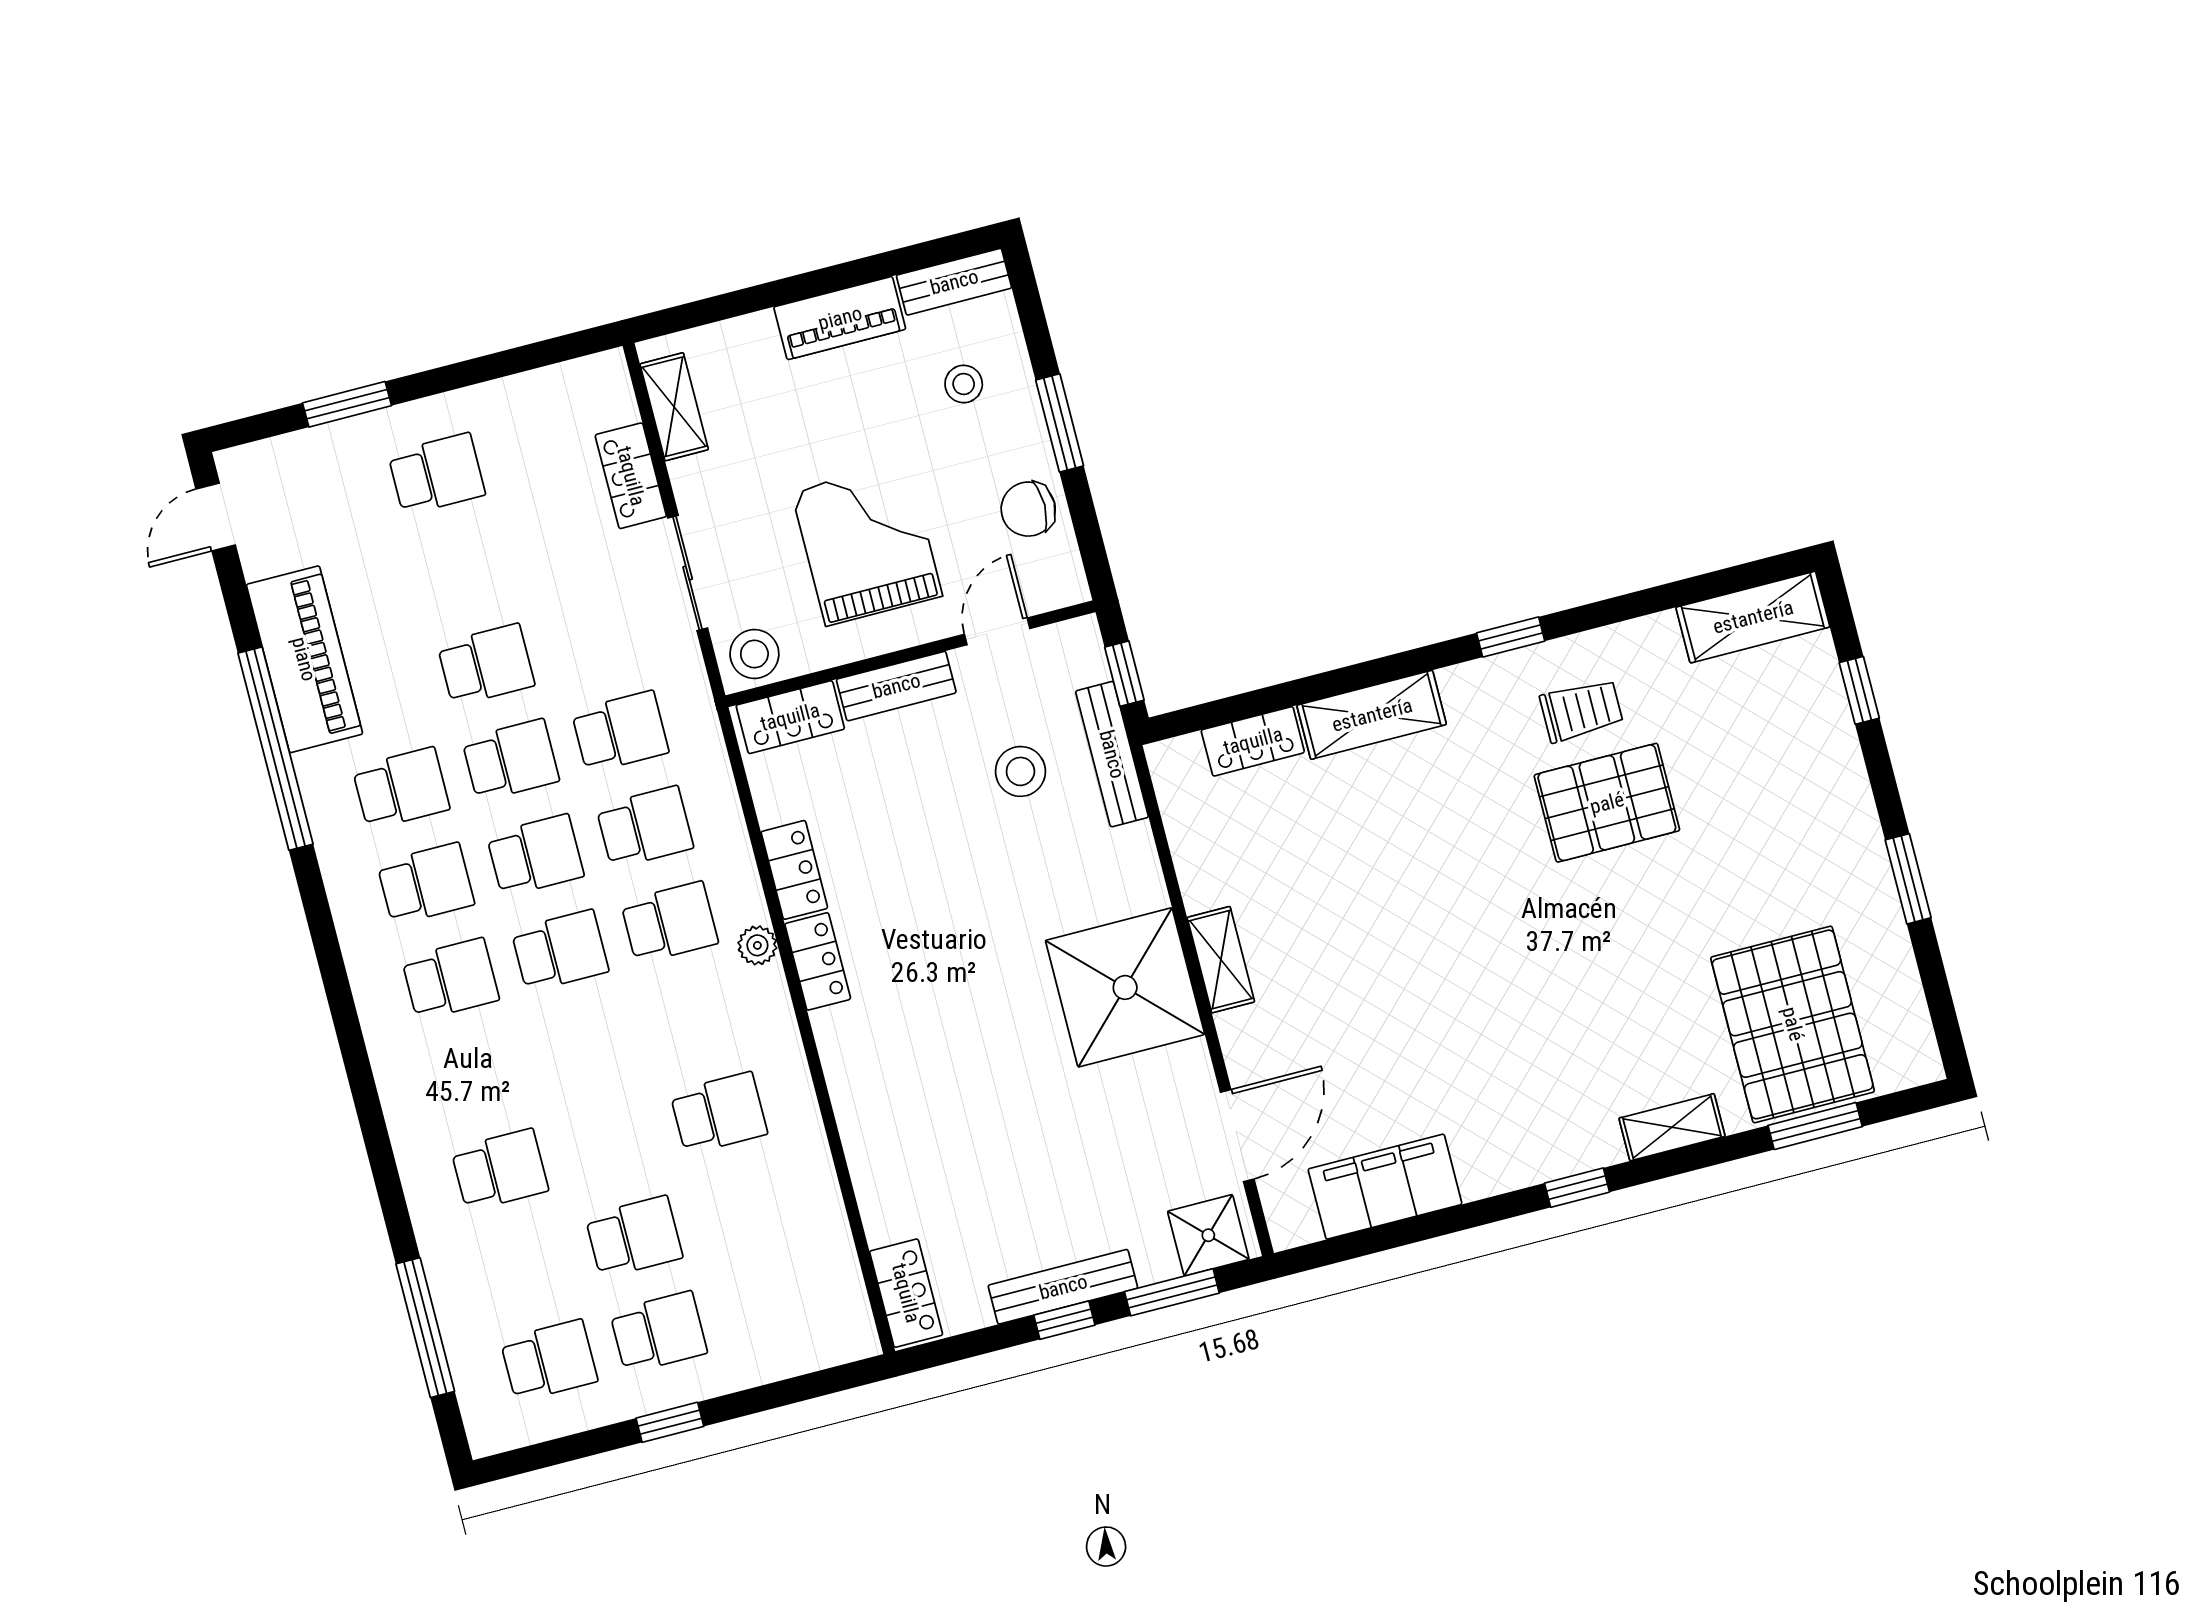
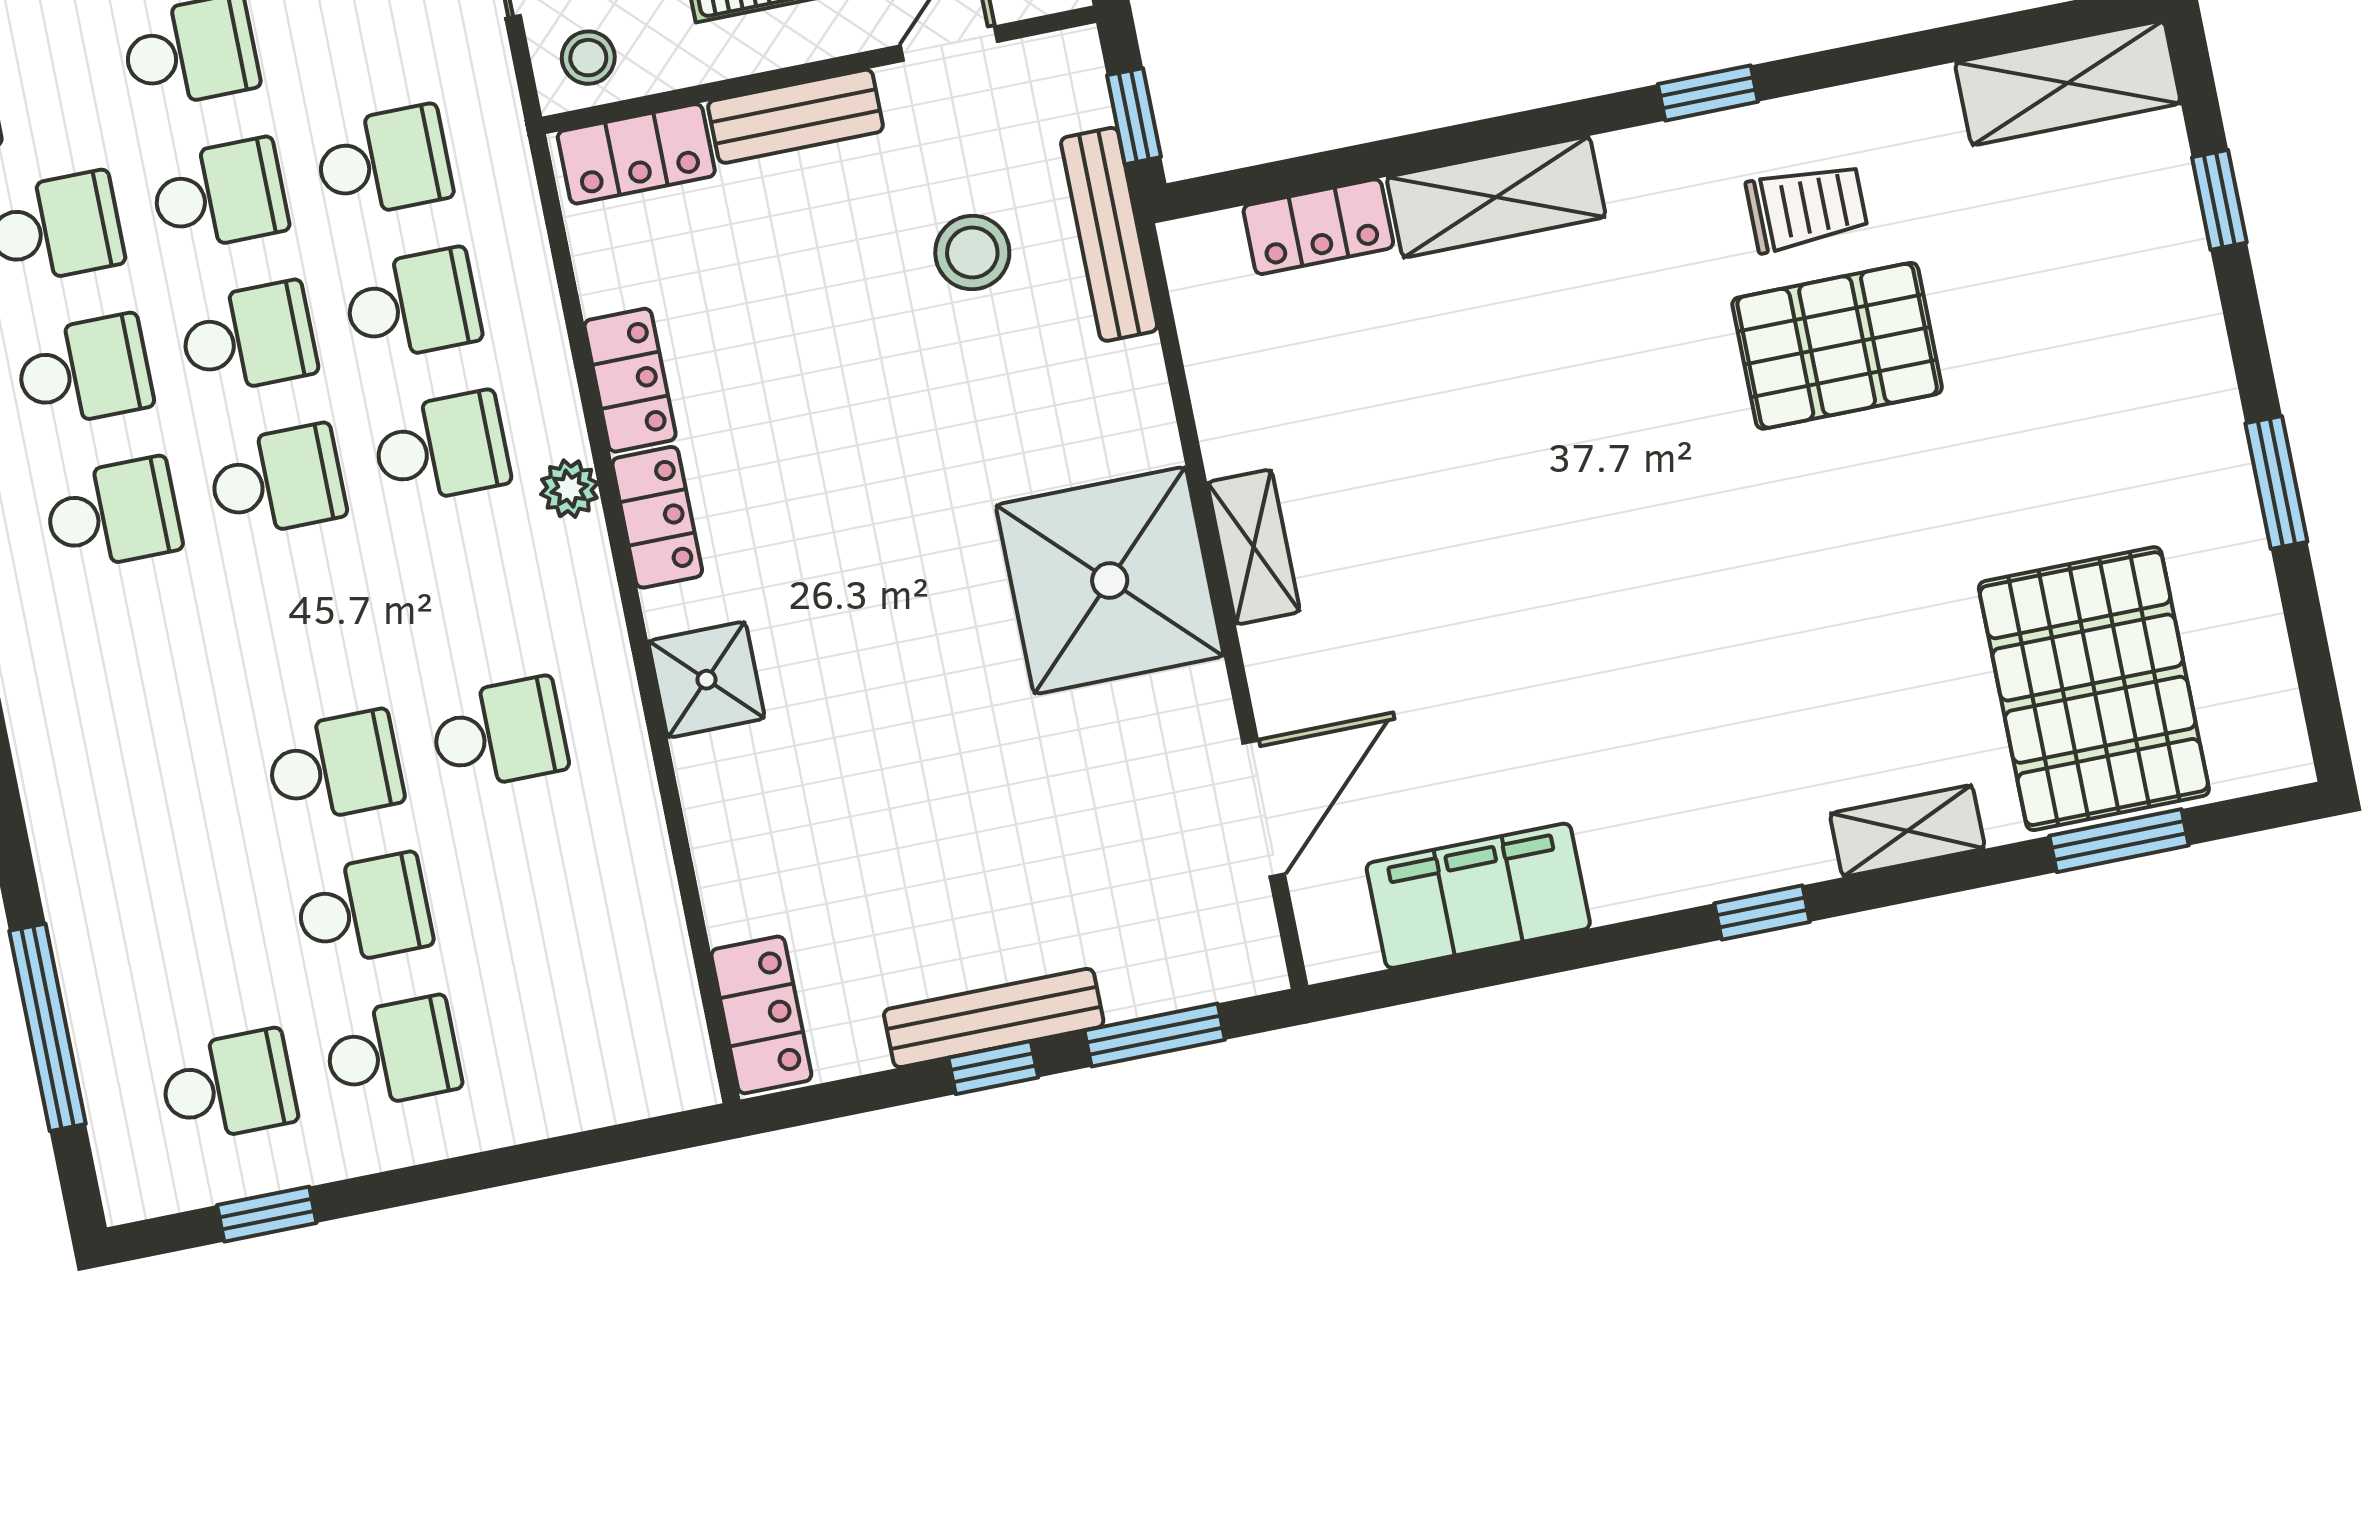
stool: (754, 654) -> (588, 58), width x0.73, depth x0.73
school desk: (500, 1170) -> (335, 767), moved
shower: (1208, 1235) -> (707, 680), moved
window: (670, 1422) -> (267, 1214), moved

